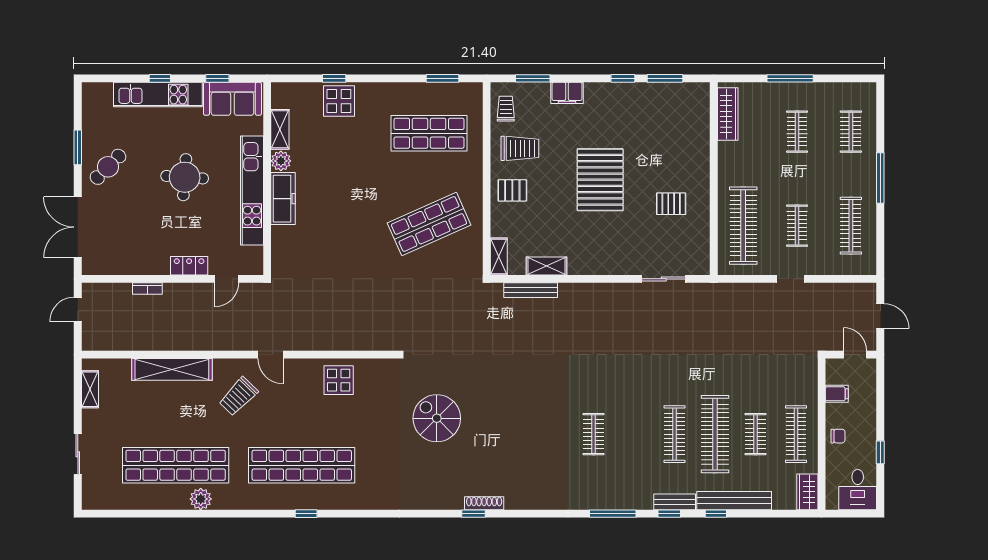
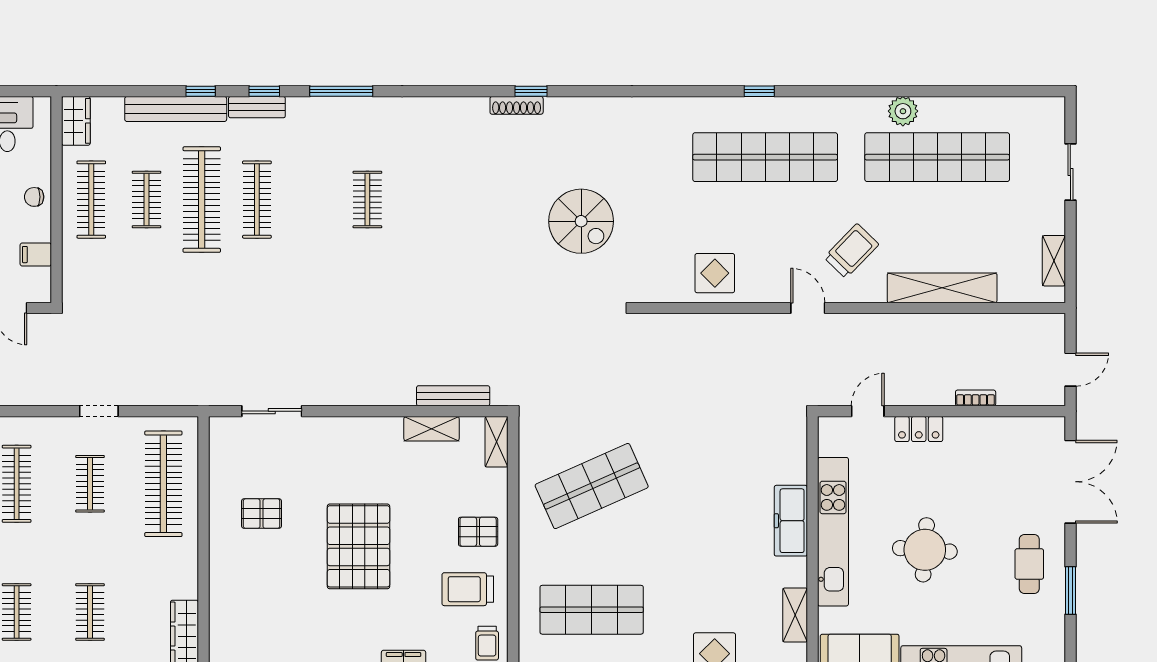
plant: (281, 161) -> (794, 572), removed
cafe table: (108, 167) -> (1029, 564), turned -45

